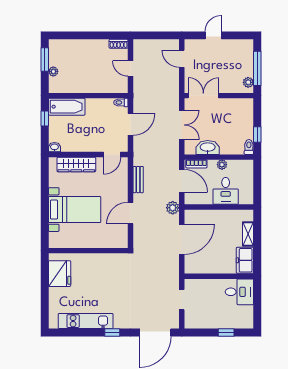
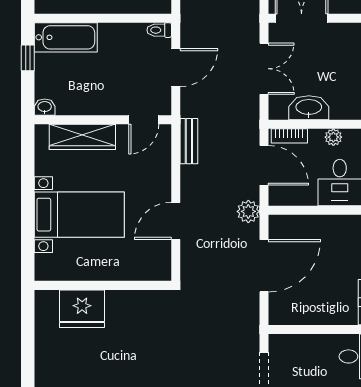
bench: (138, 180) -> (189, 141), moved
fridge: (60, 274) -> (82, 309), moved, turned 90

